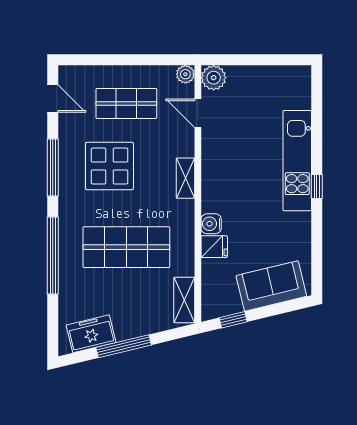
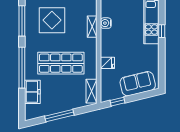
water cooler: (211, 224) -> (106, 23), moved
freezer: (91, 334) -> (32, 92), moved, turned 104

